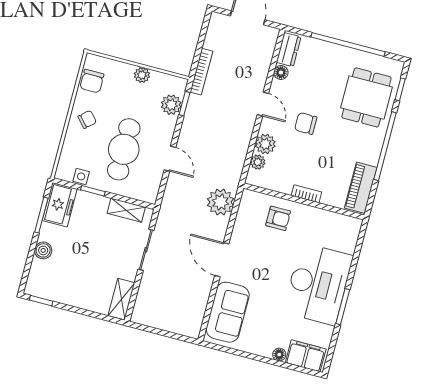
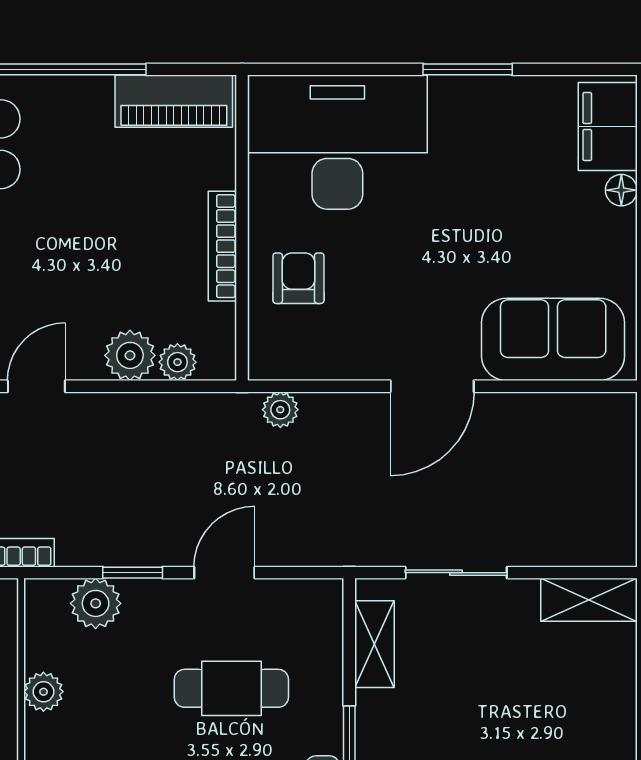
window: (185, 104) -> (133, 573), moved
chair: (306, 123) -> (56, 272), removed
cafe table: (124, 149) -> (231, 688), width x0.73, depth x0.74
bookcase: (306, 194) -> (222, 246), width x1.56
plant: (221, 202) -> (280, 410), width x0.53, depth x0.53
desk: (318, 284) -> (337, 142), moved

